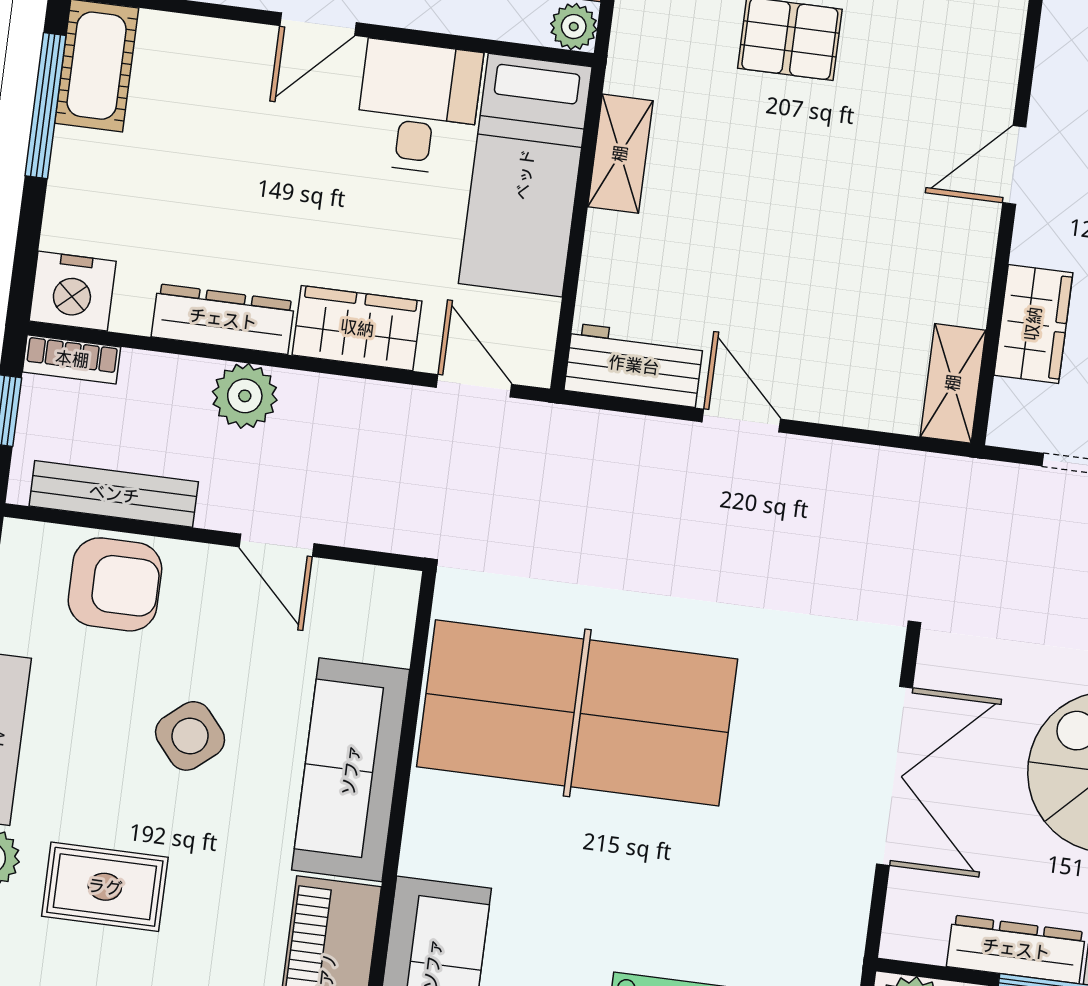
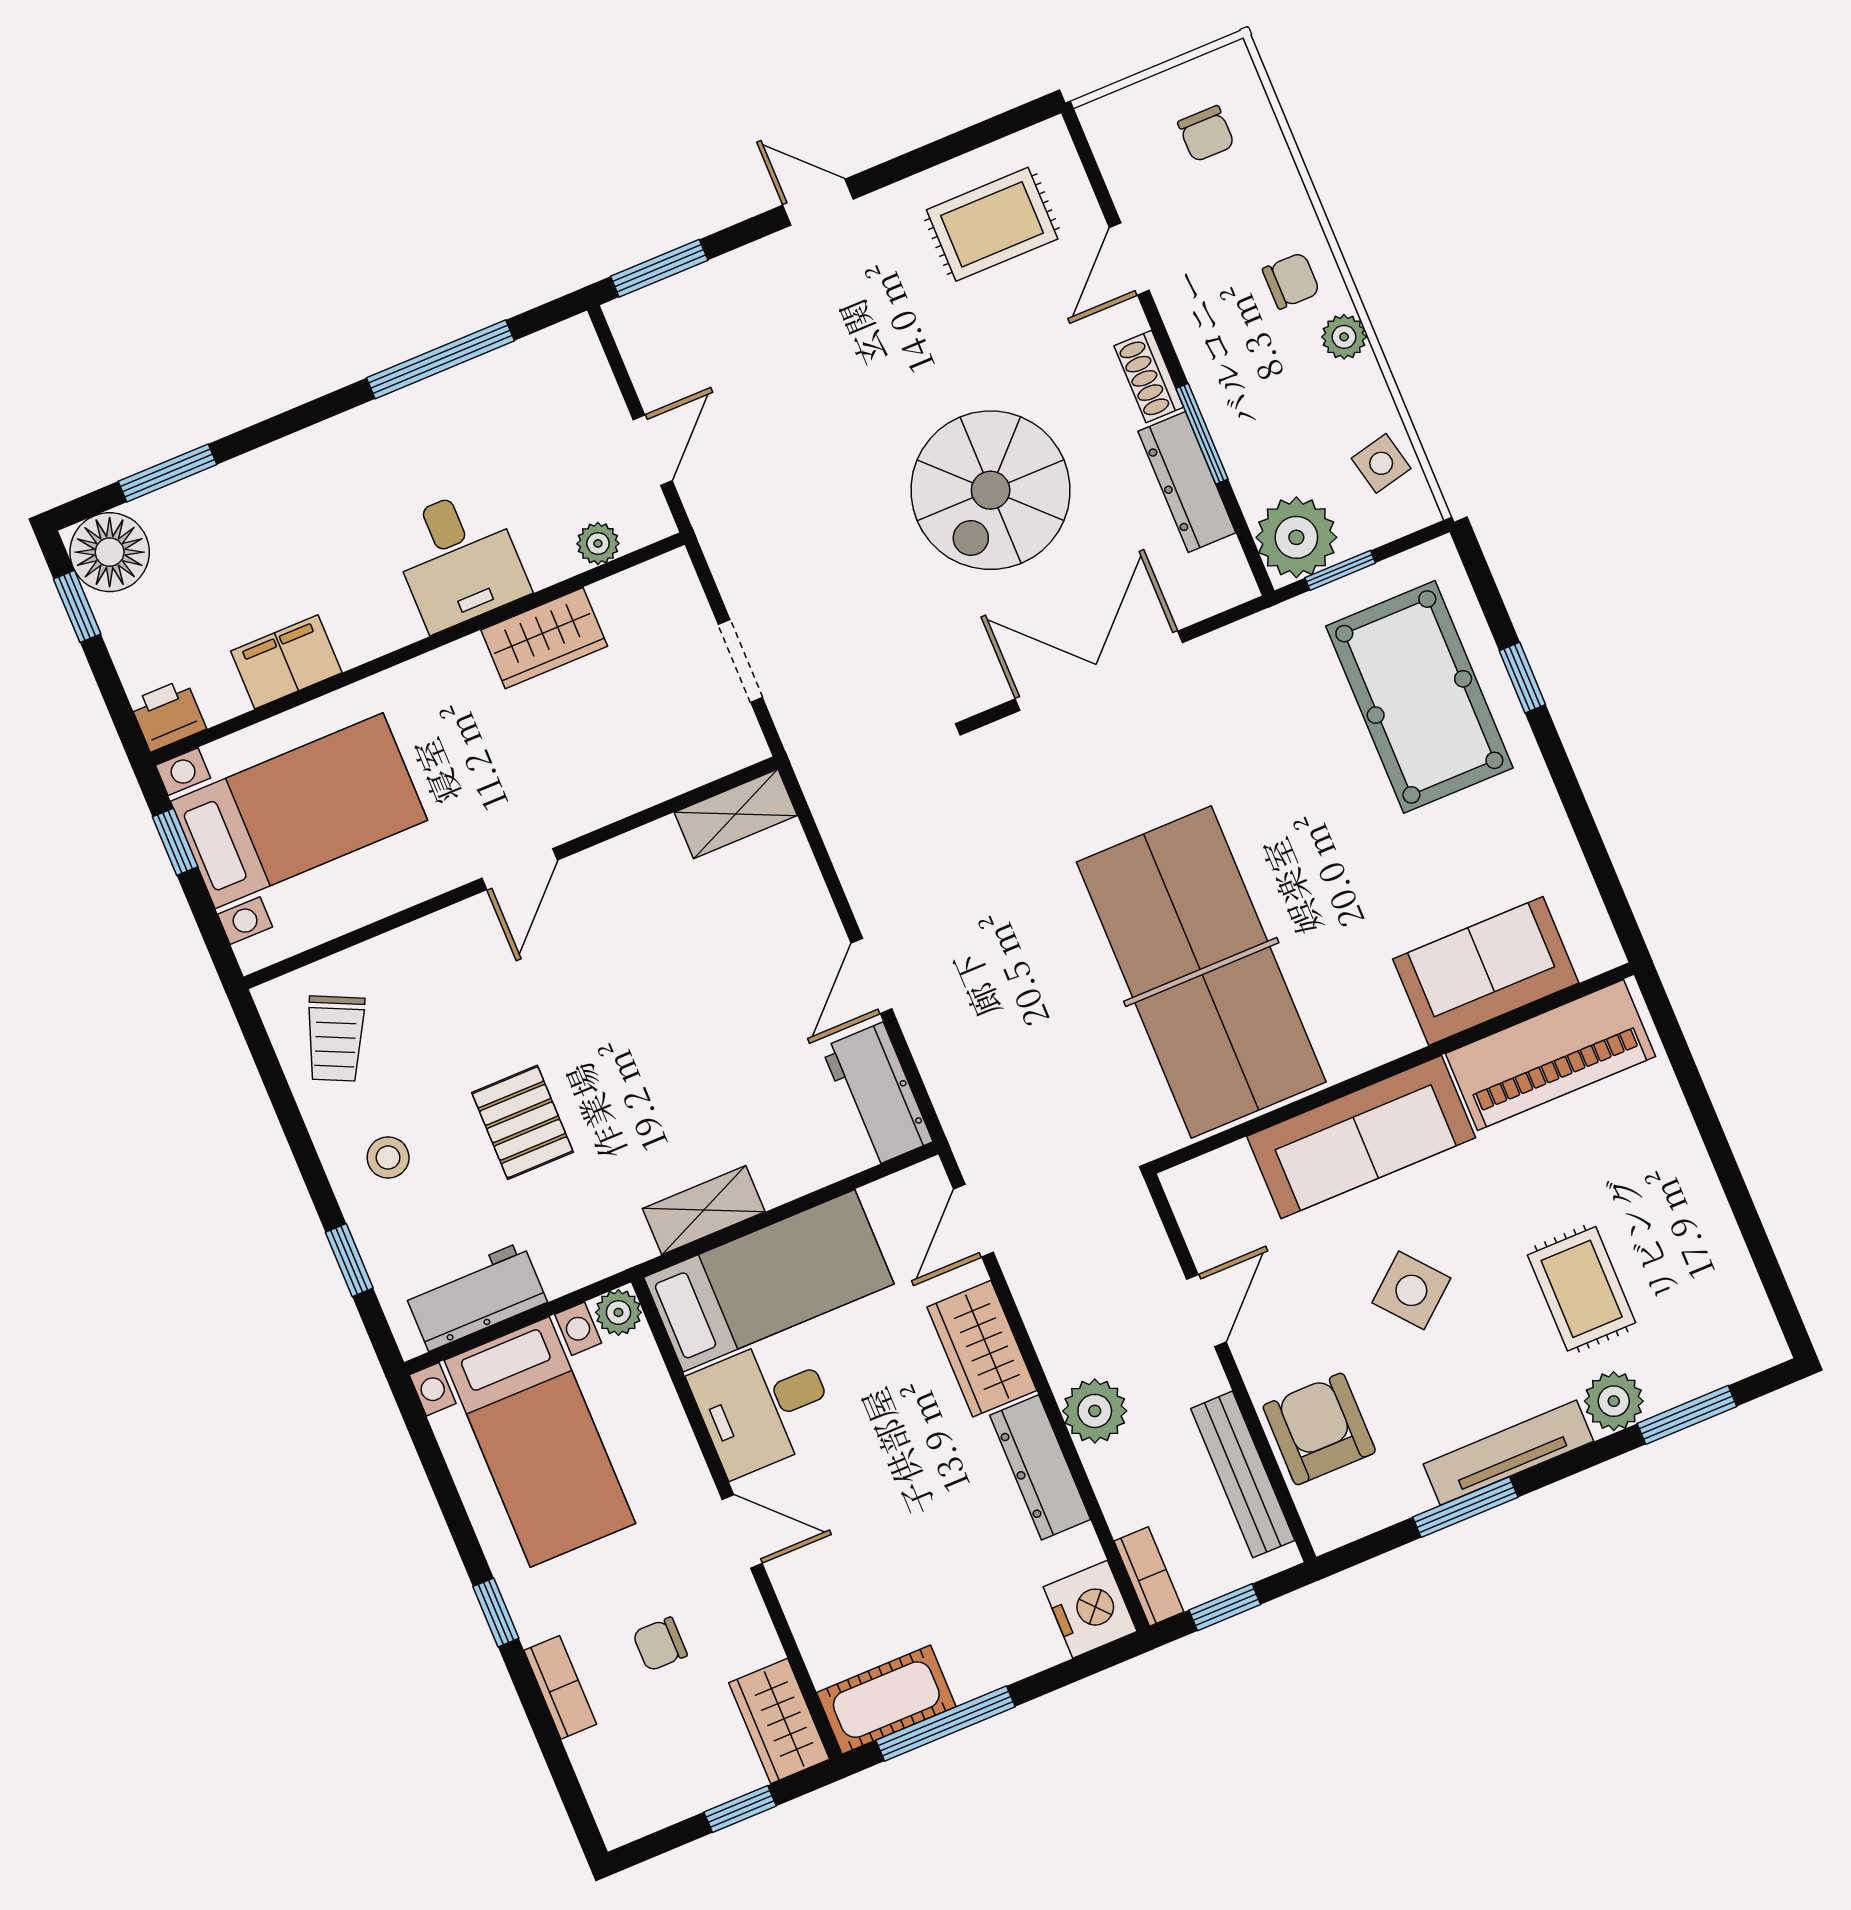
door: (1014, 165) -> (520, 869), hinge flipped
wardrobe: (1033, 324) -> (646, 775), removed

